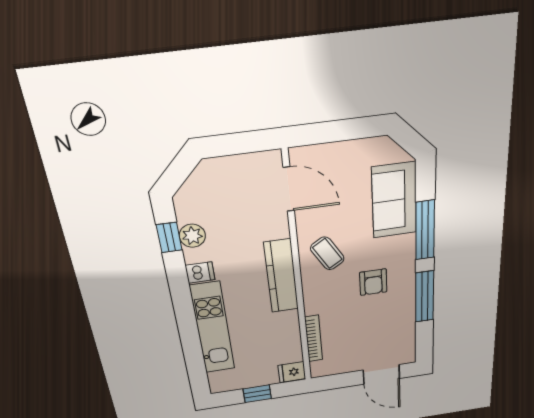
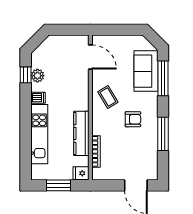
window: (425, 230) -> (163, 78), moved
kitchen counter: (281, 276) -> (81, 133), moved
armchair: (373, 282) -> (133, 119), turned -90
window: (257, 394) -> (59, 185), width x1.50

